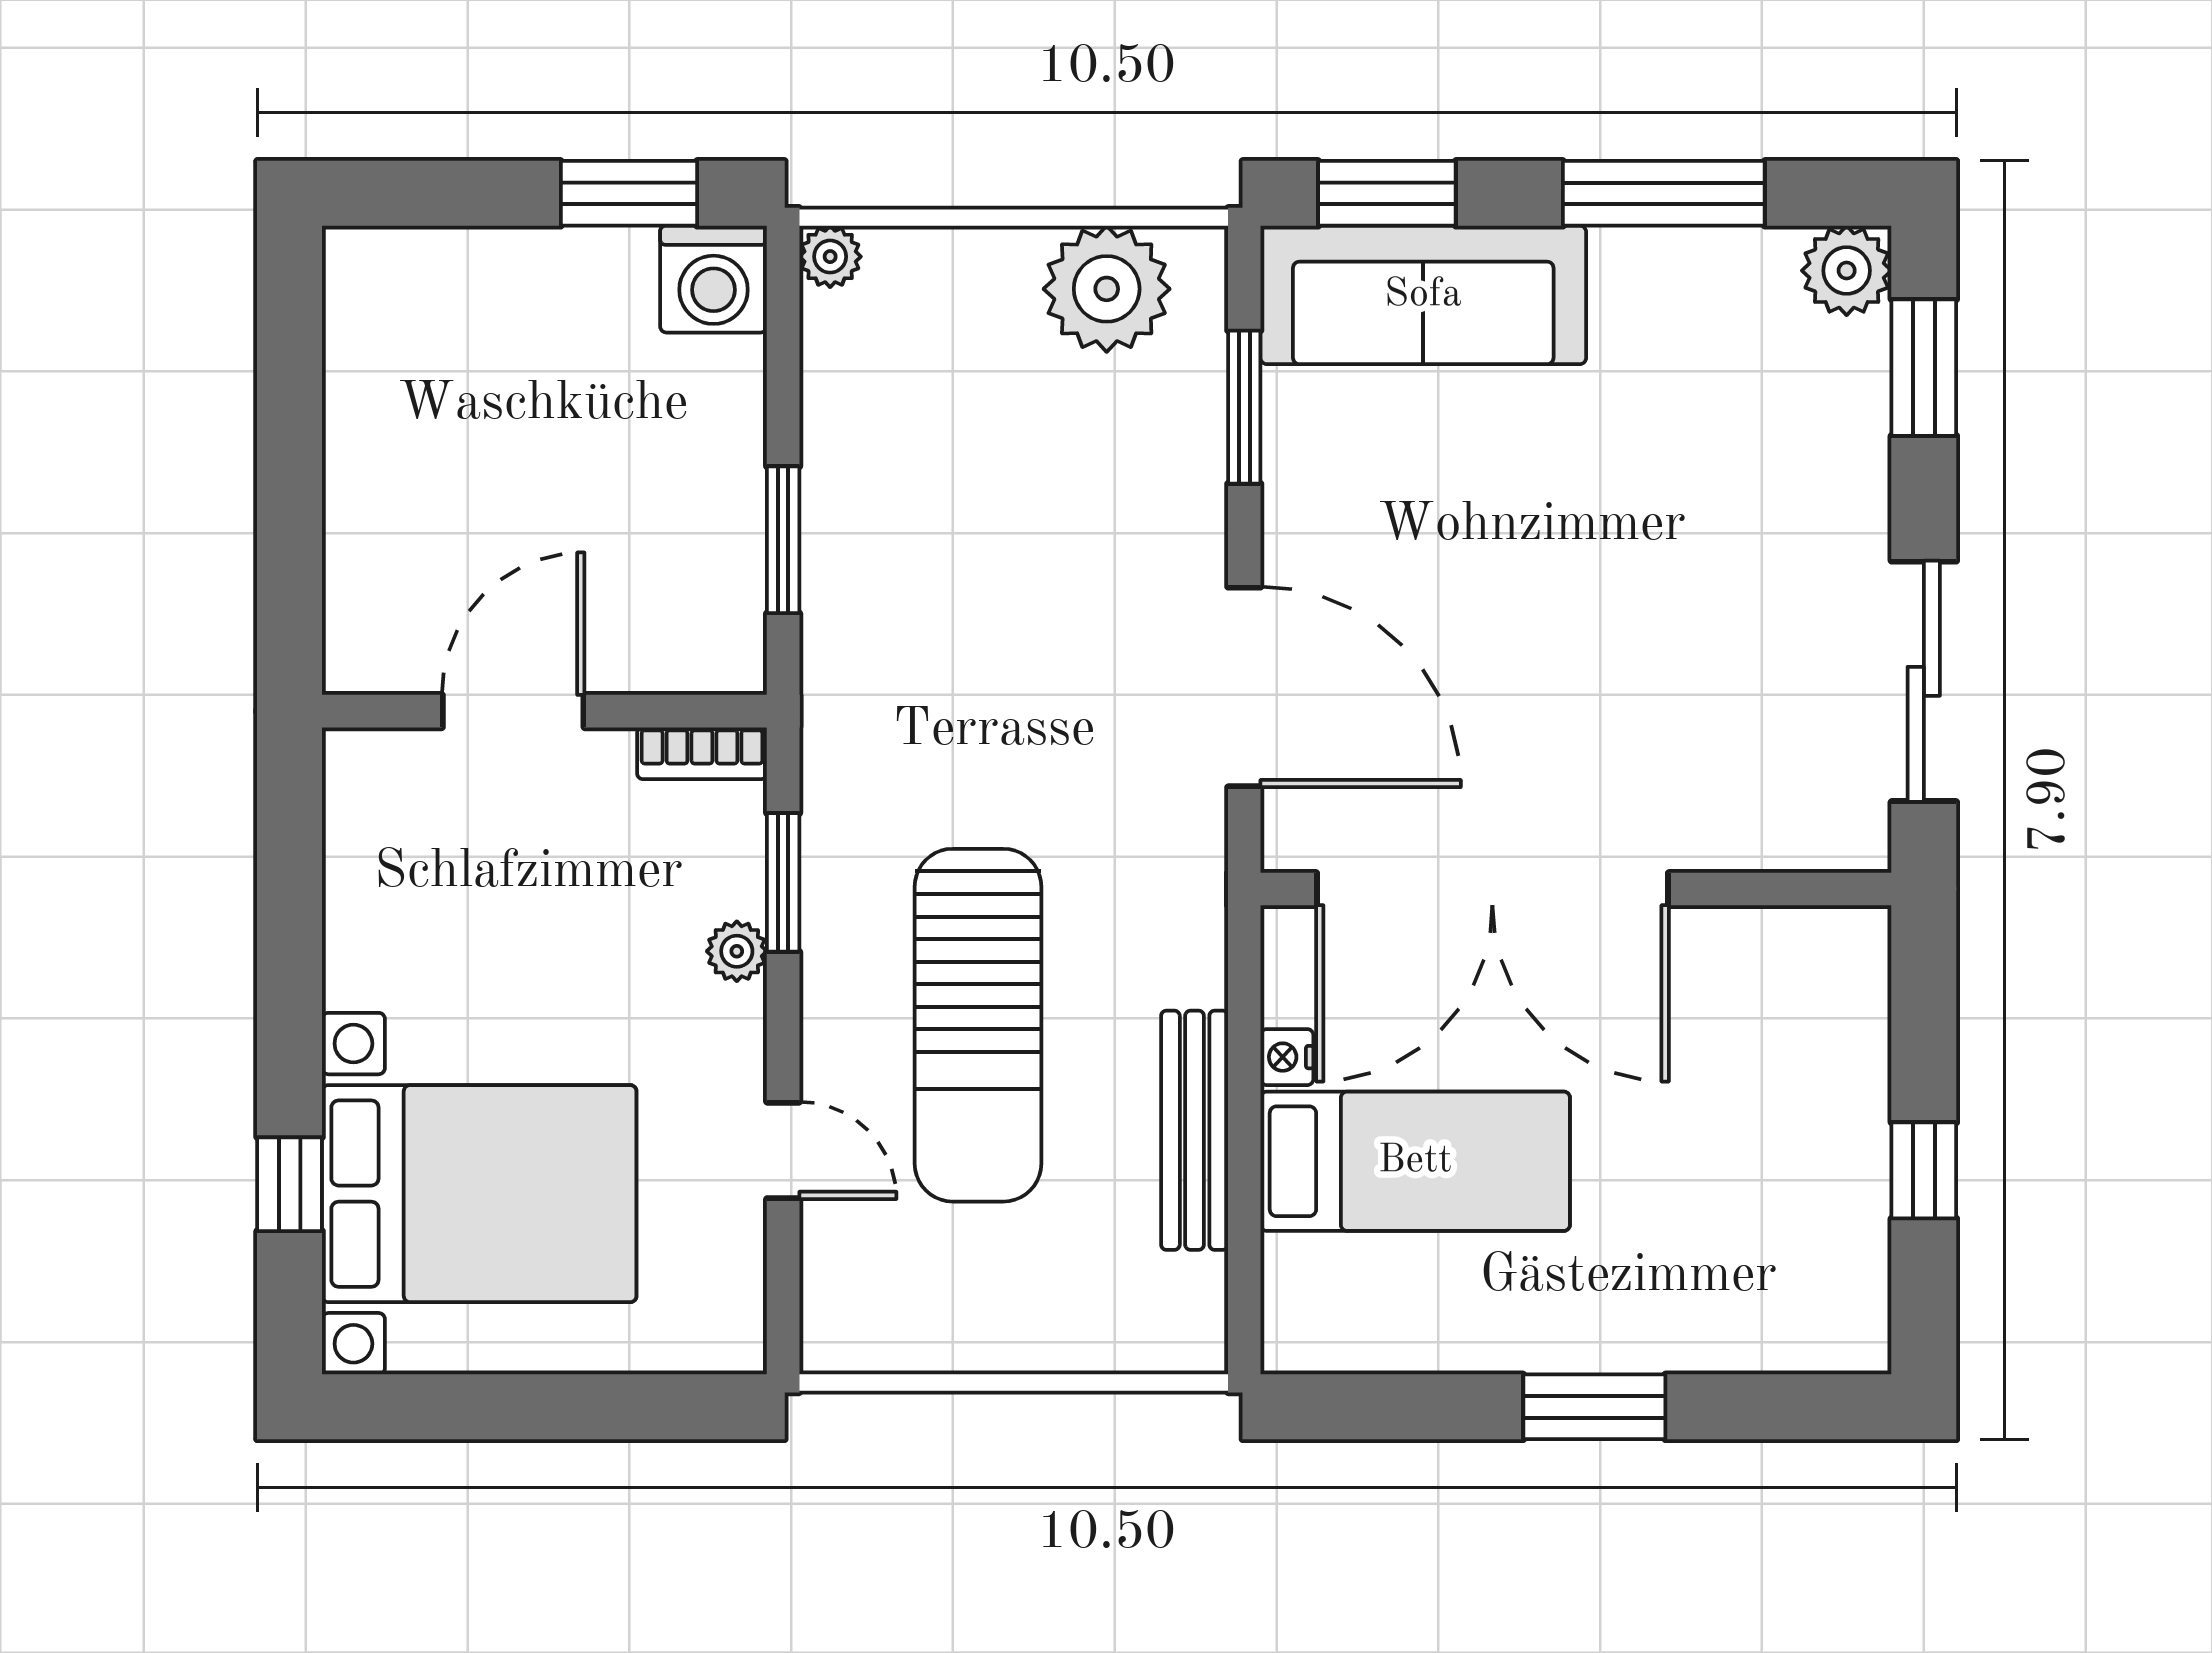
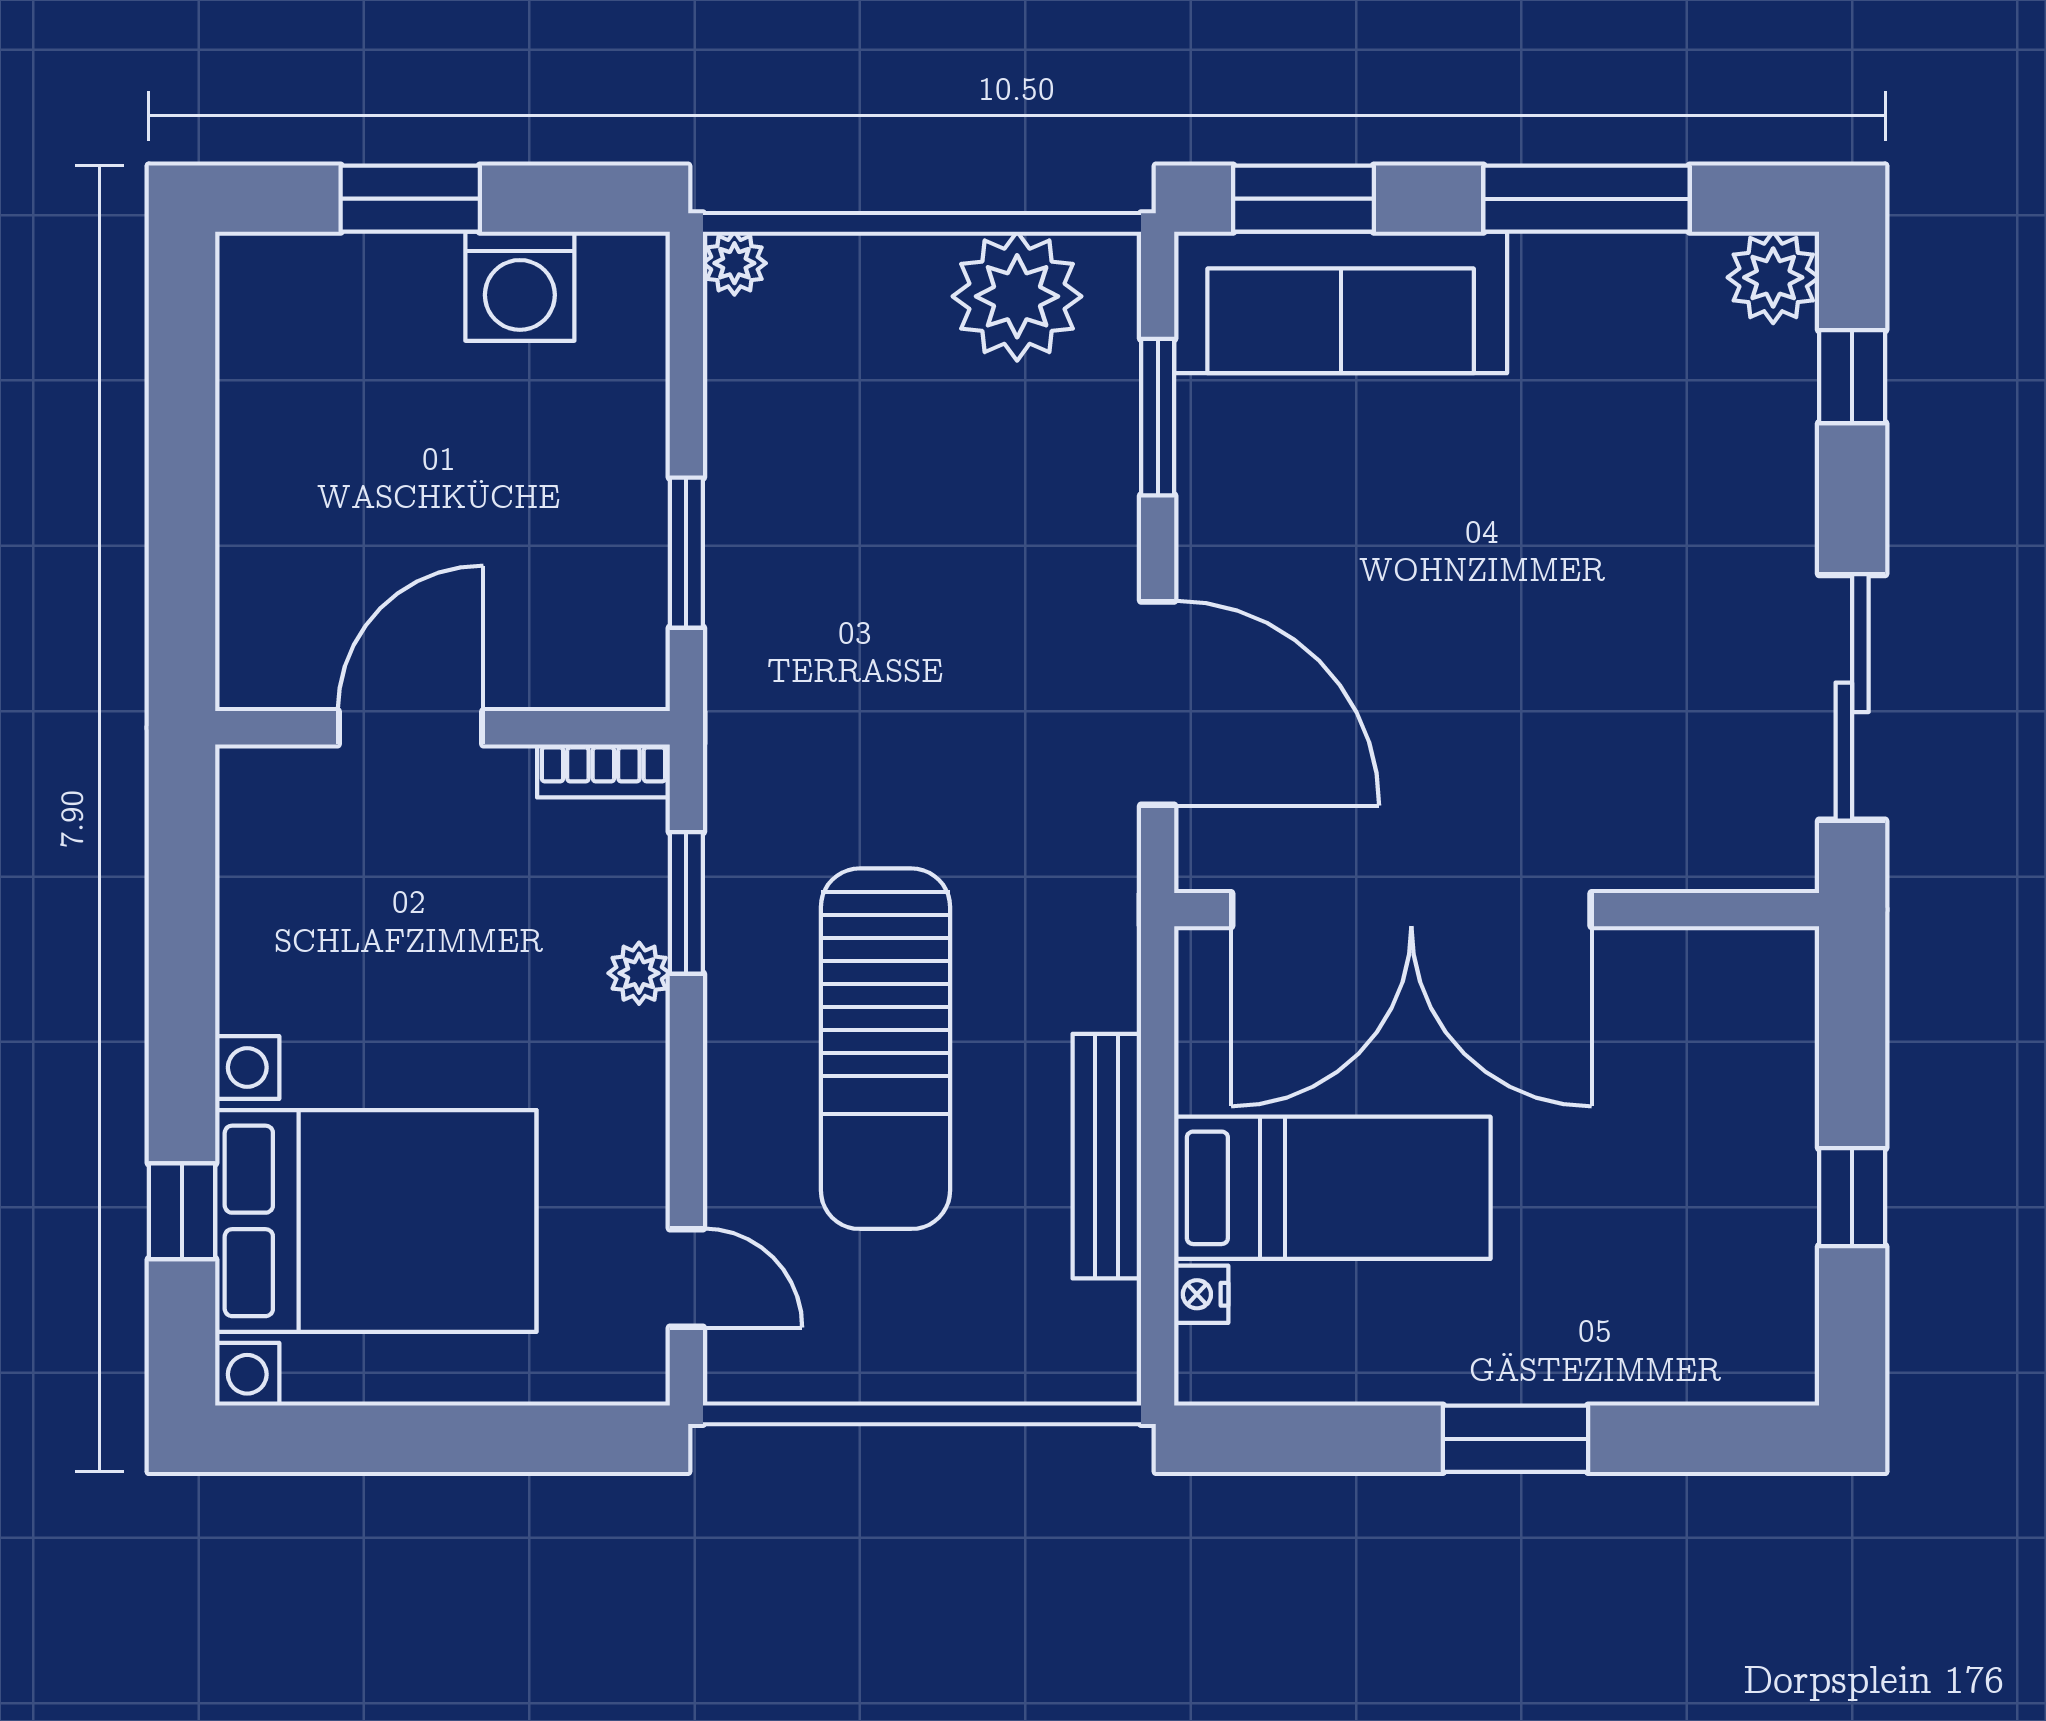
window: (629, 193) -> (410, 199), moved
washing machine: (714, 279) -> (520, 286), moved
window: (1924, 368) -> (1852, 377), width x0.67
nightstand: (1287, 1057) -> (1201, 1294), moved
door: (783, 1150) -> (686, 1278), moved

